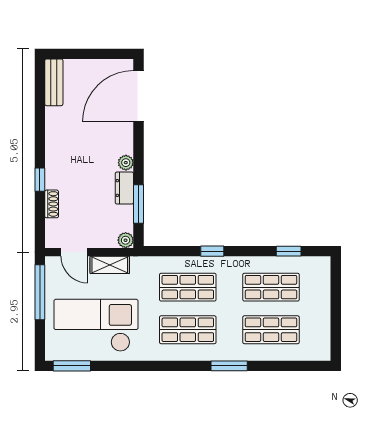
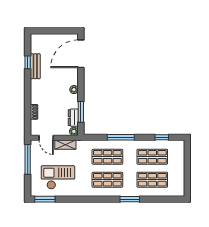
bench: (54, 82) -> (35, 66), moved
window: (40, 180) -> (28, 62), moved
dresser: (124, 188) -> (73, 118), moved
window: (212, 251) -> (121, 137), width x2.17
checkout: (96, 325) -> (58, 177), width x0.73, depth x0.83

